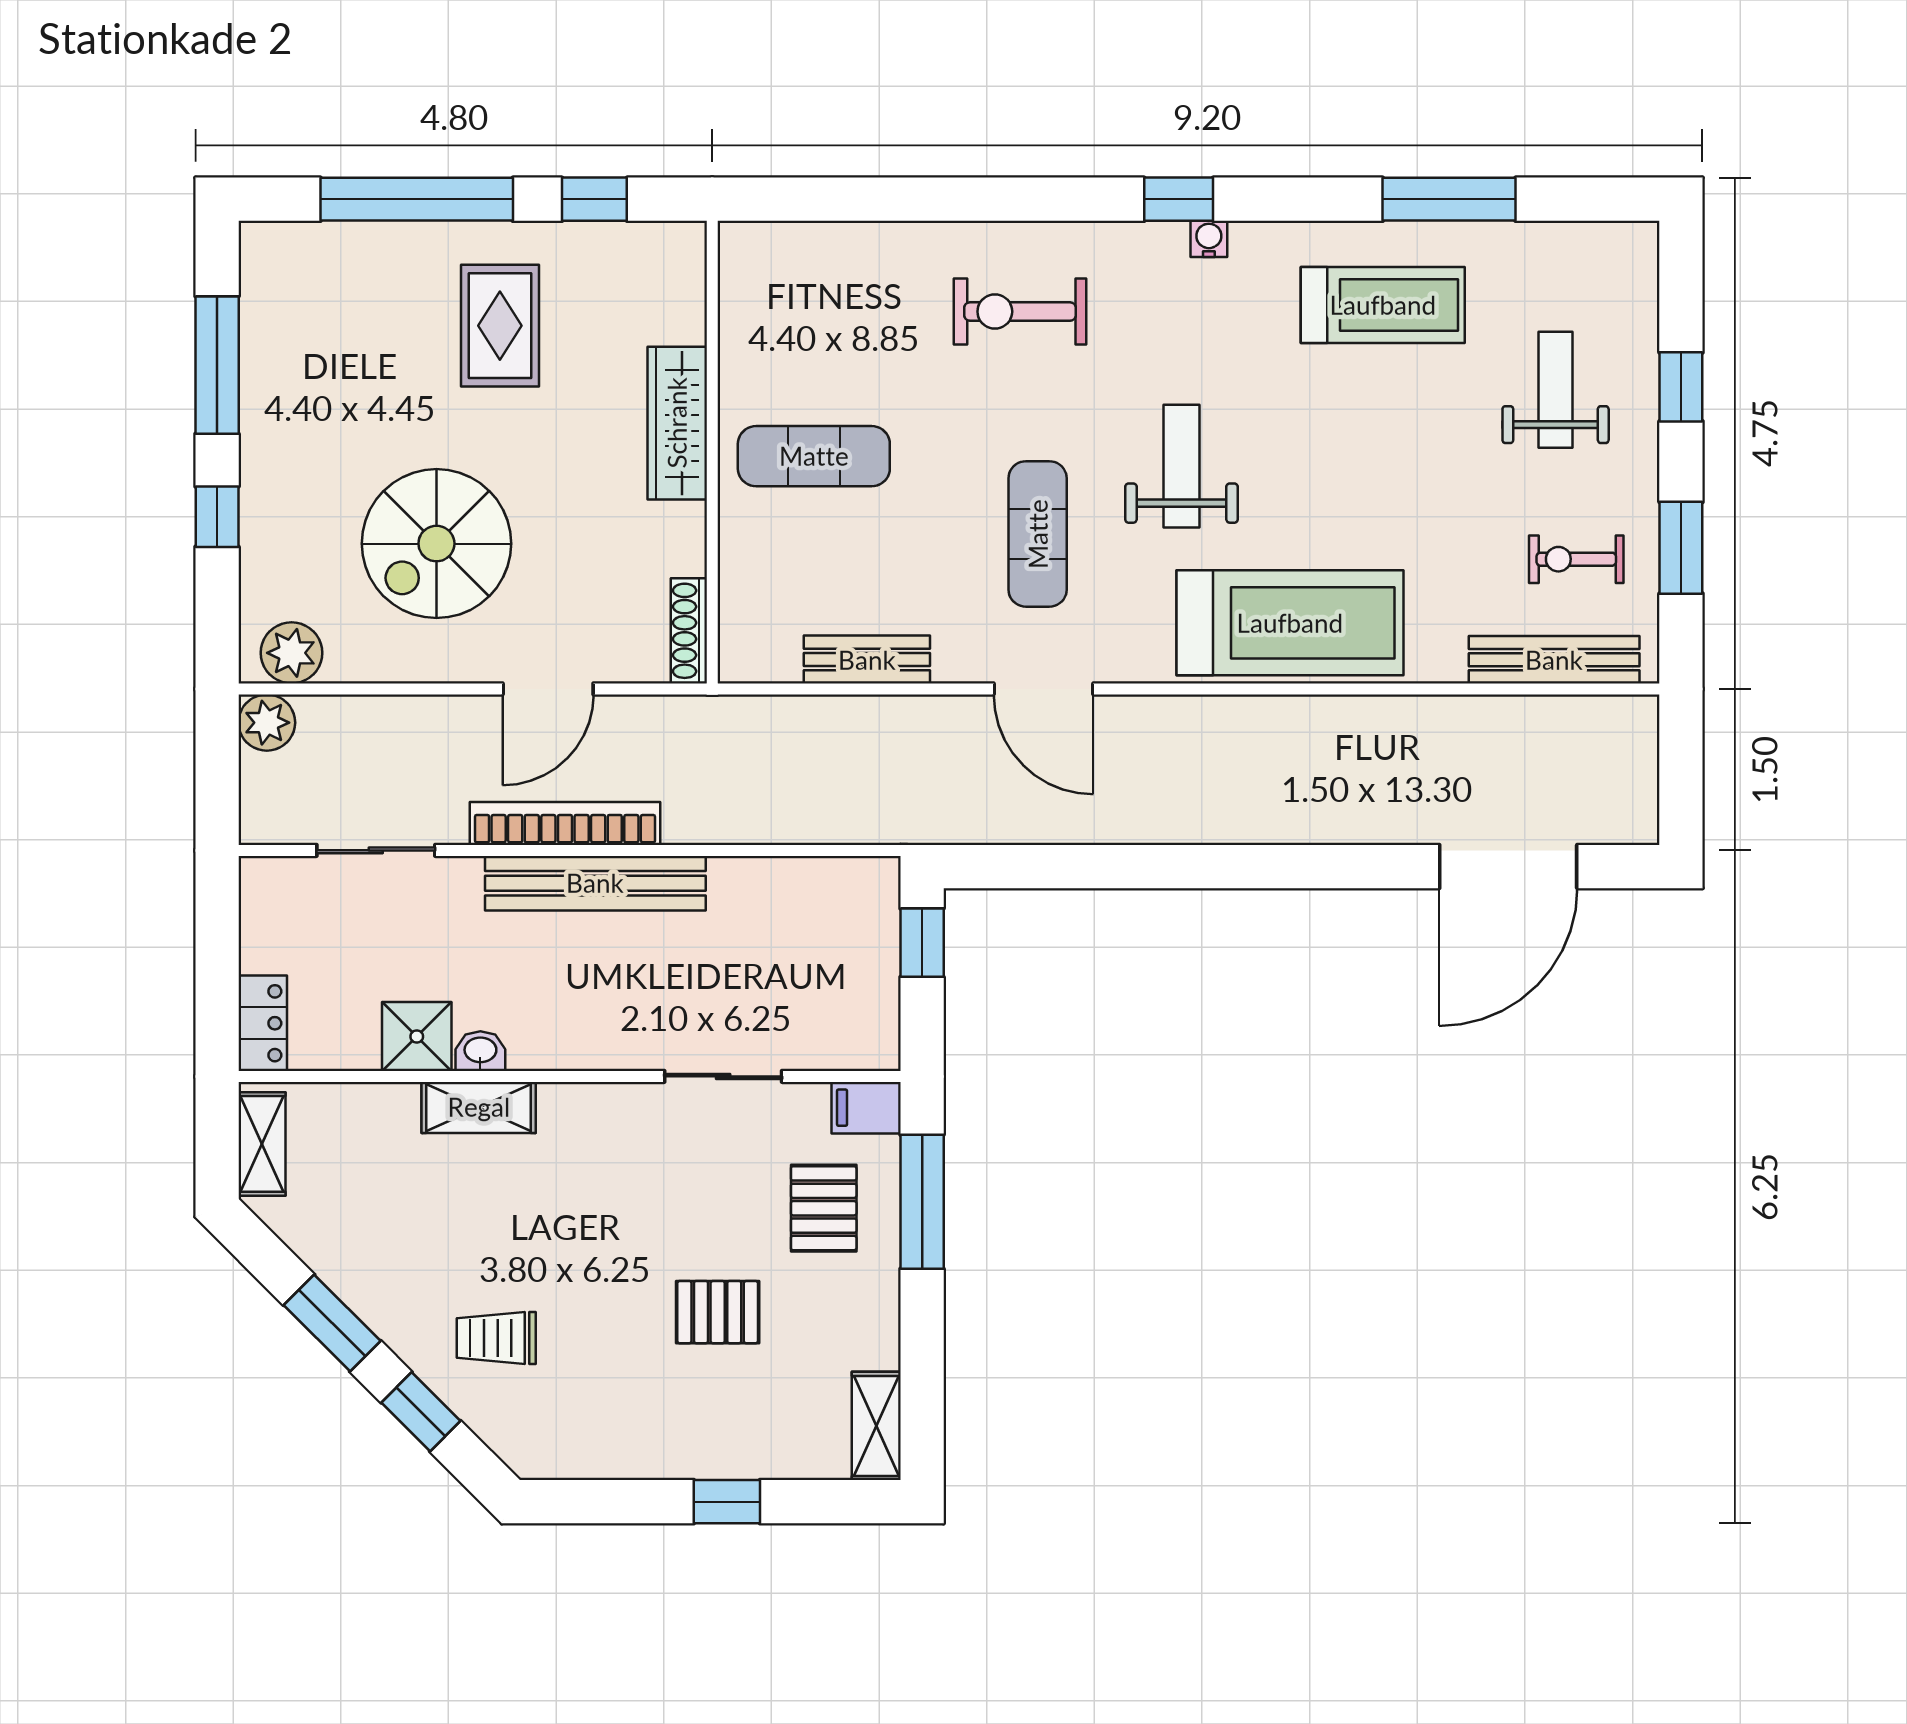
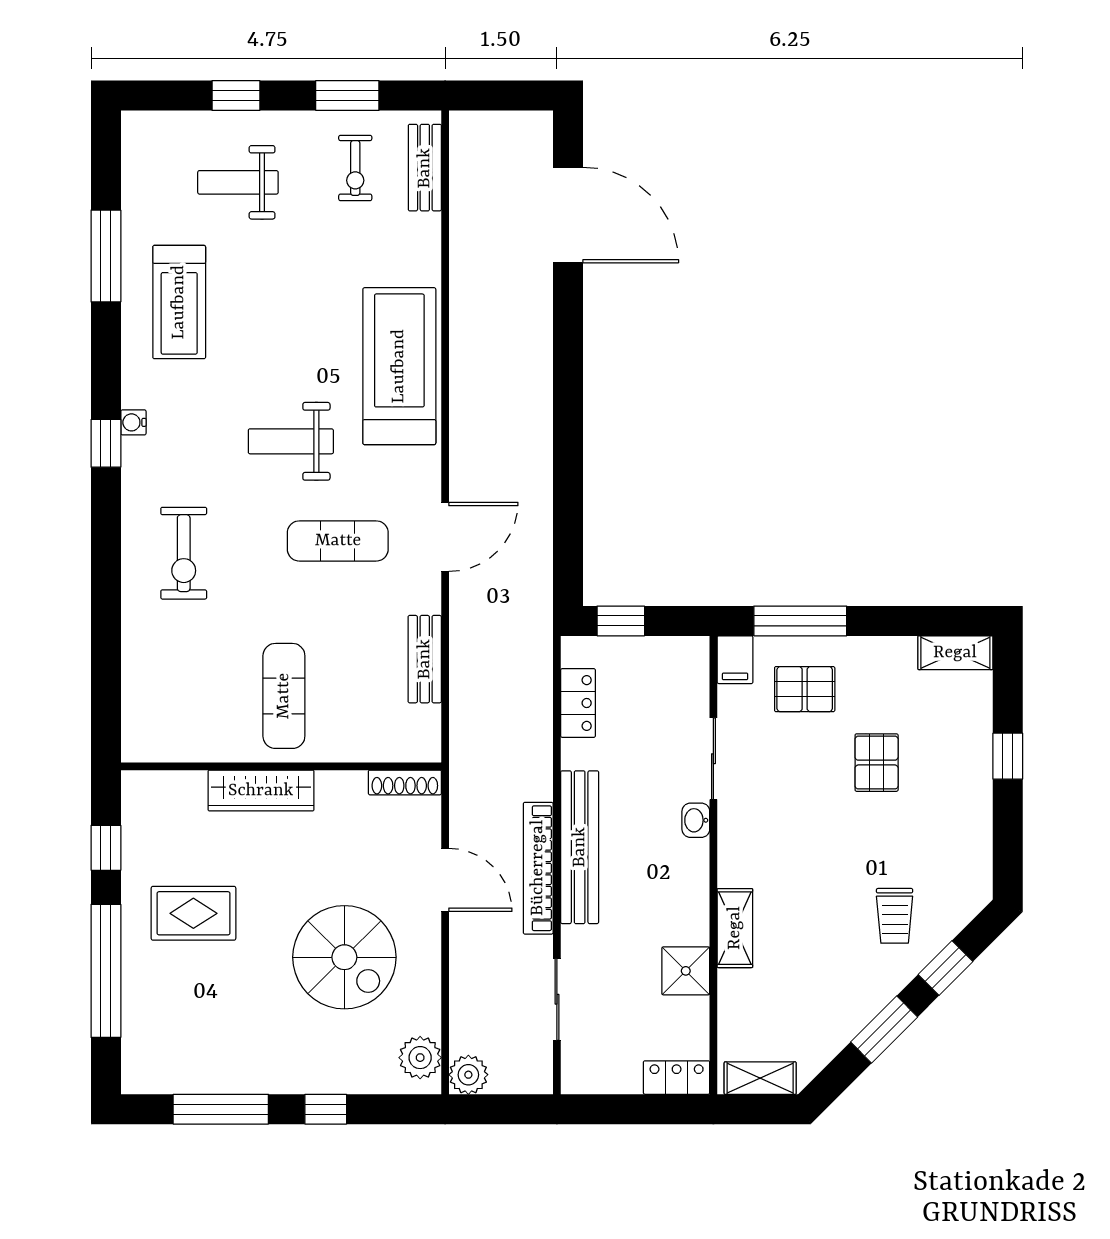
treadmill: (1383, 305) -> (179, 302), turned 180
bench: (1554, 660) -> (425, 168), width x0.73
locker: (804, 881) -> (578, 703), added
washbasin: (480, 1051) -> (696, 820), moved

